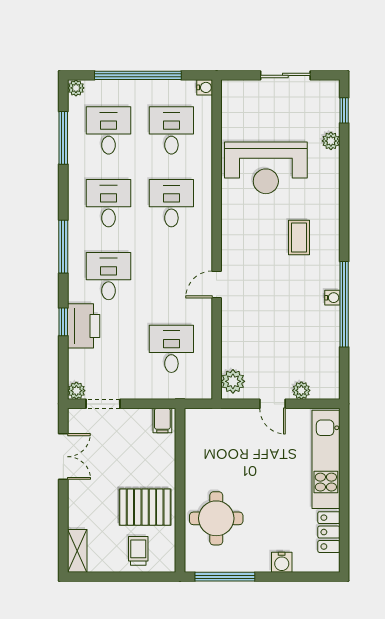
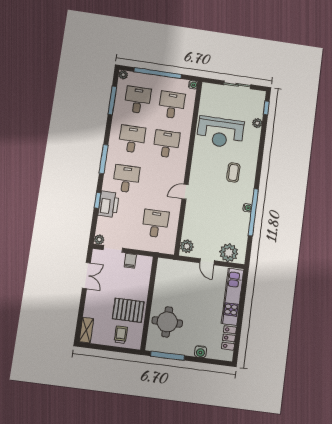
plant: (301, 390) -> (229, 253), width x1.87, depth x1.87
filing cabinet: (162, 420) -> (130, 261), moved

